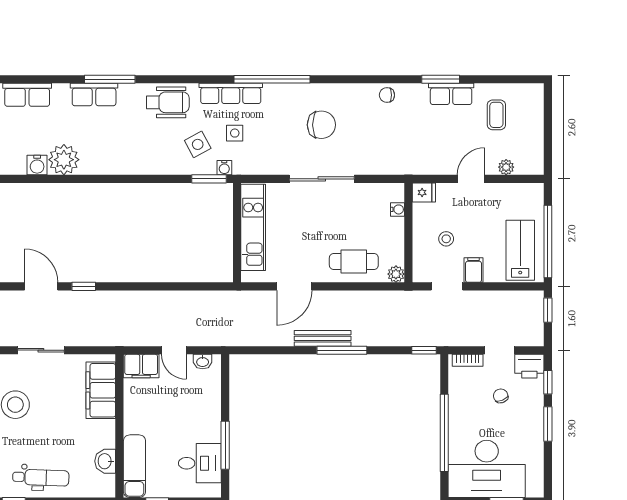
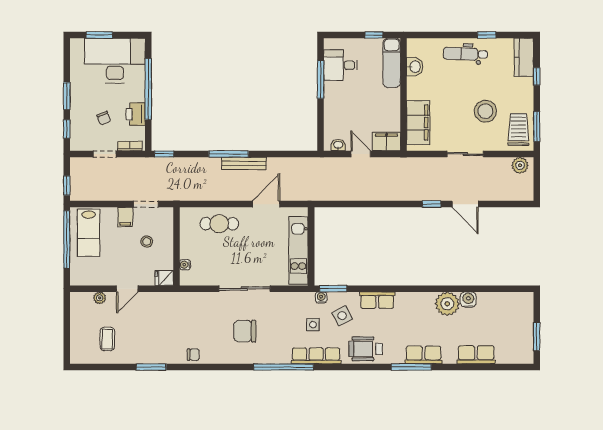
row of seats: (451, 94) -> (377, 300), moved, turned 180
plant: (396, 274) -> (186, 214), removed
printer: (529, 366) -> (136, 114), moved, turned -90

